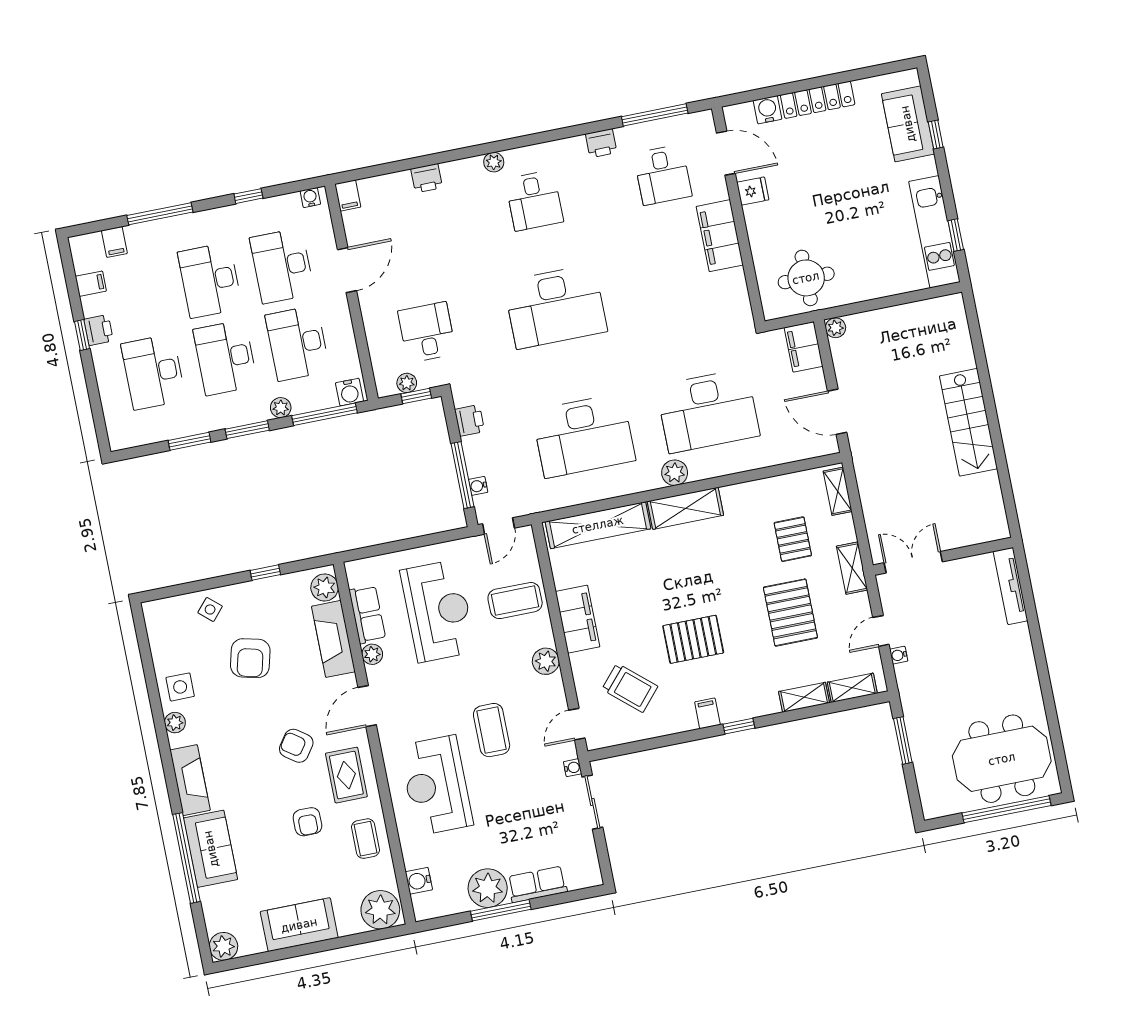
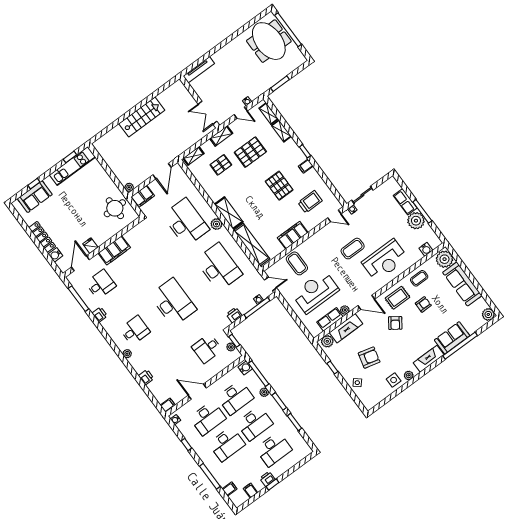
plant: (546, 661) -> (315, 240), removed
trolley: (630, 688) -> (310, 202), turned 49
sofa: (299, 925) -> (462, 284), width x1.36

